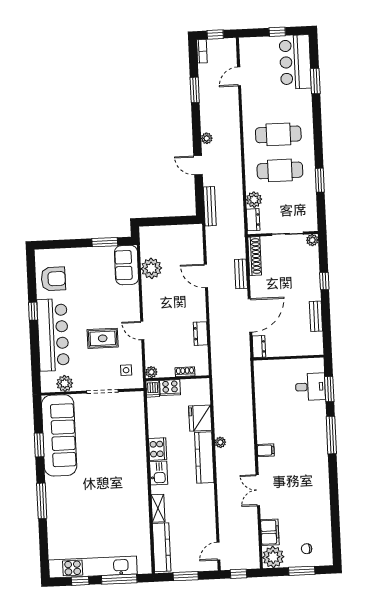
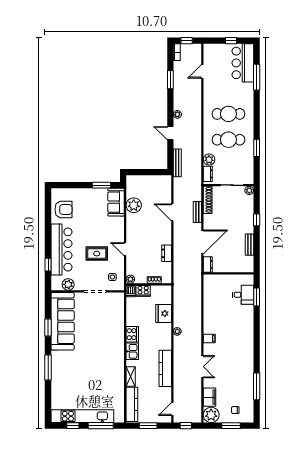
window: (315, 81) -> (257, 77), width x1.44
window: (33, 311) -> (48, 265), moved
window: (331, 435) -> (257, 386), moved
kitchen counter: (204, 457) -> (165, 368), moved
double door: (258, 490) -> (202, 367), swing flipped

